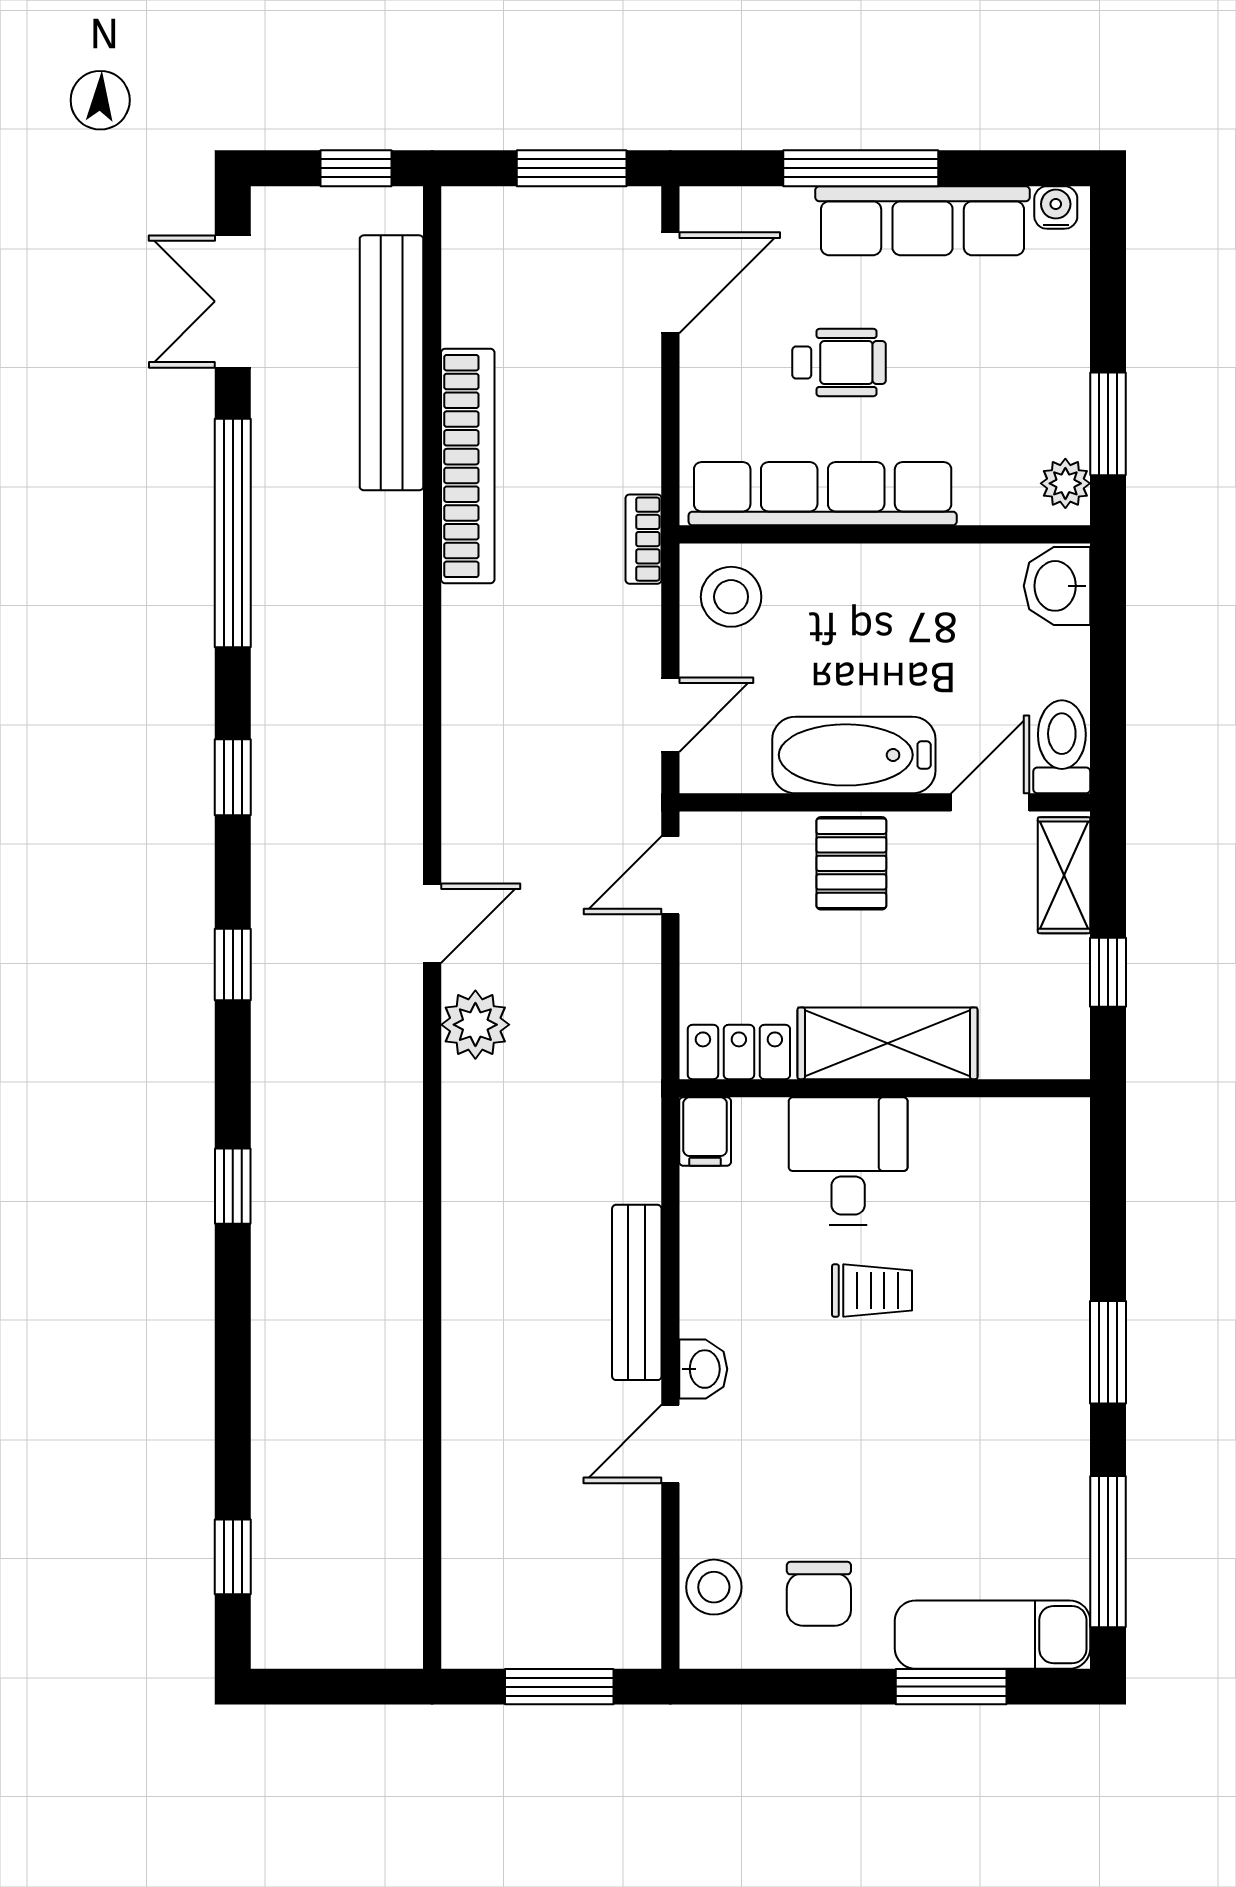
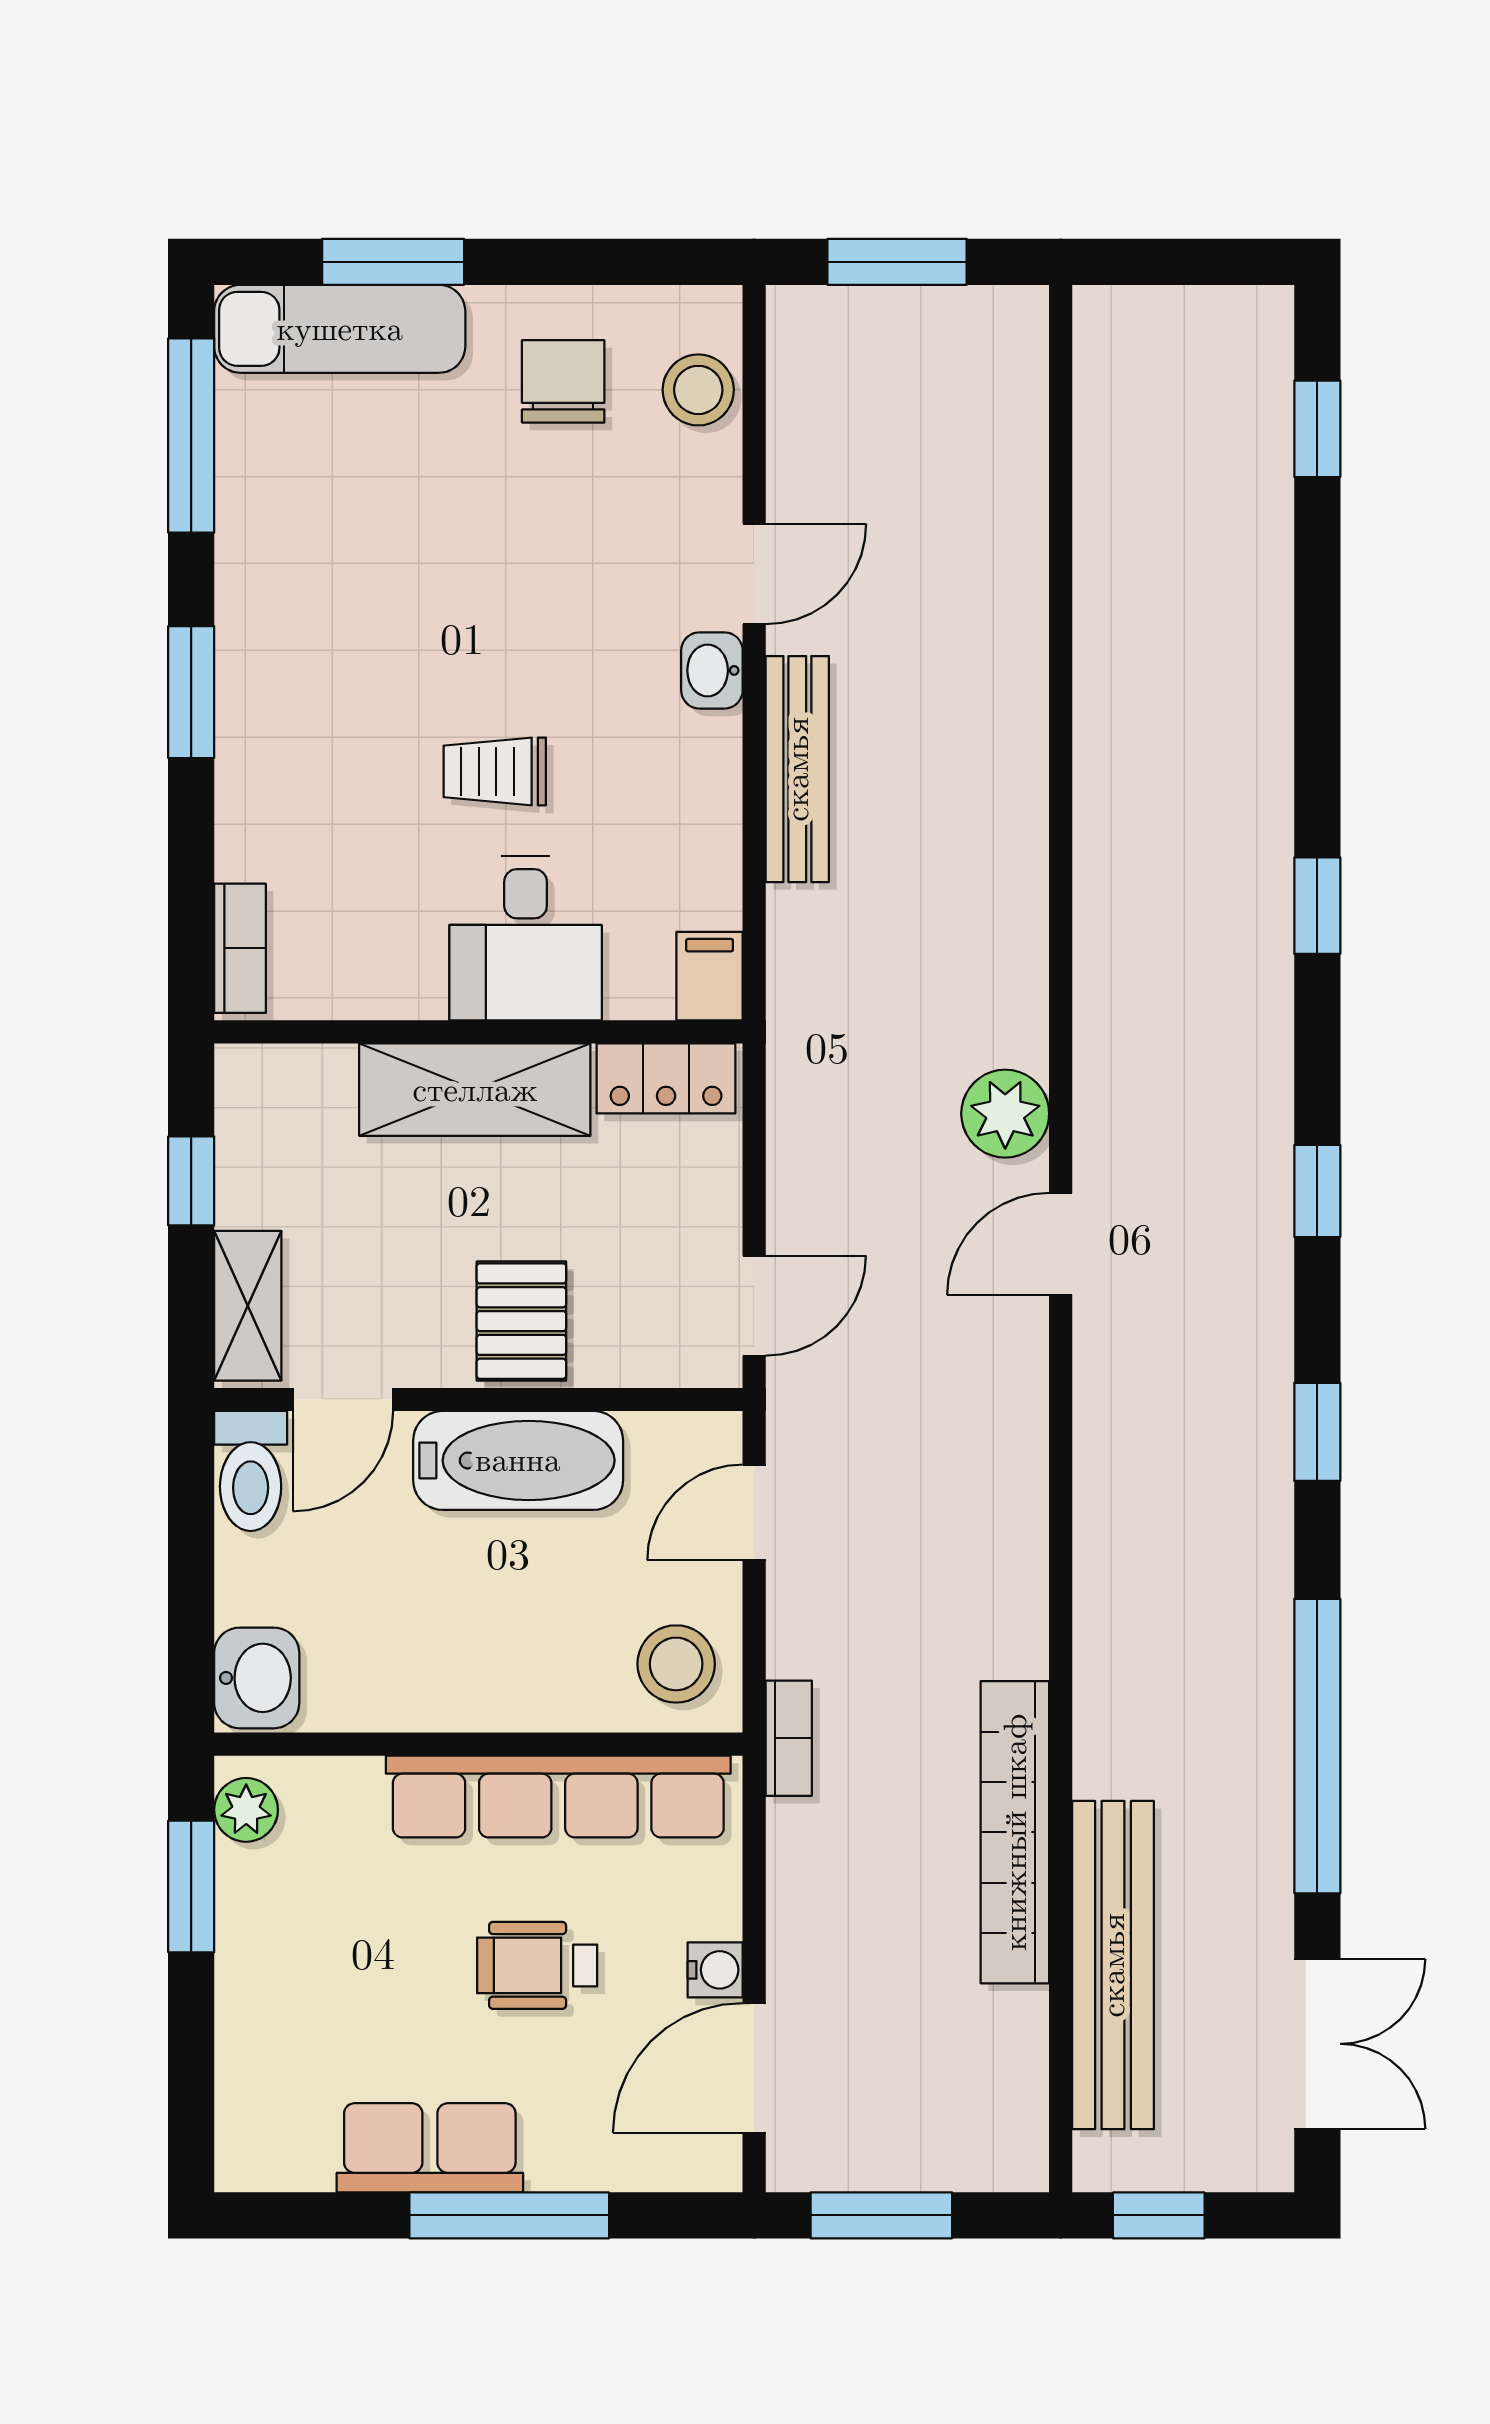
water cooler: (1056, 207) -> (715, 1970), moved, turned -90
row of seats: (922, 221) -> (430, 2148), width x0.68
bookcase: (1070, 1153) -> (240, 948), added

